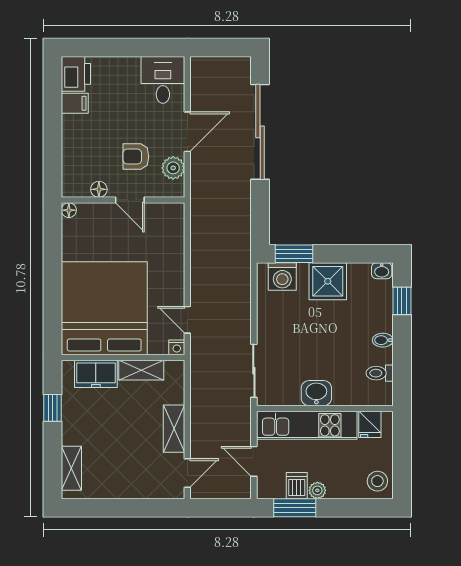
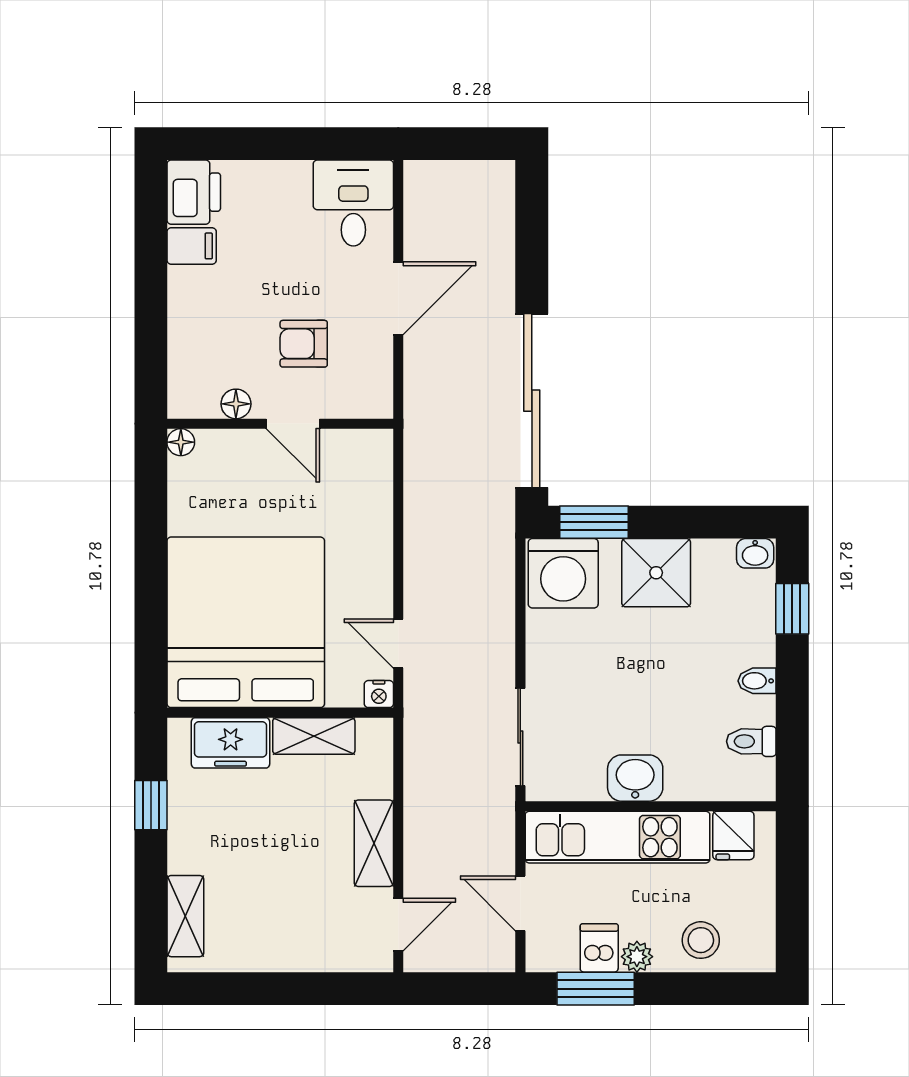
sliding door: (260, 132) -> (532, 401), moved
plant: (173, 168) -> (372, 365), removed
washing machine: (282, 276) -> (563, 573), width x1.37, depth x1.37
stool: (377, 481) -> (701, 940), moved

